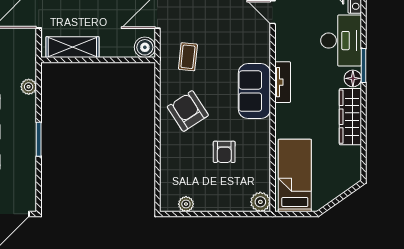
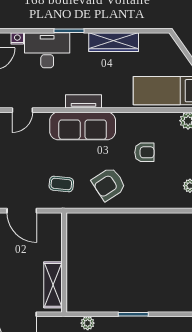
boiler: (145, 47) -> (53, 222), removed
floor lamp: (353, 78) -> (80, 40), removed
sofa: (254, 91) -> (83, 126), width x1.36

